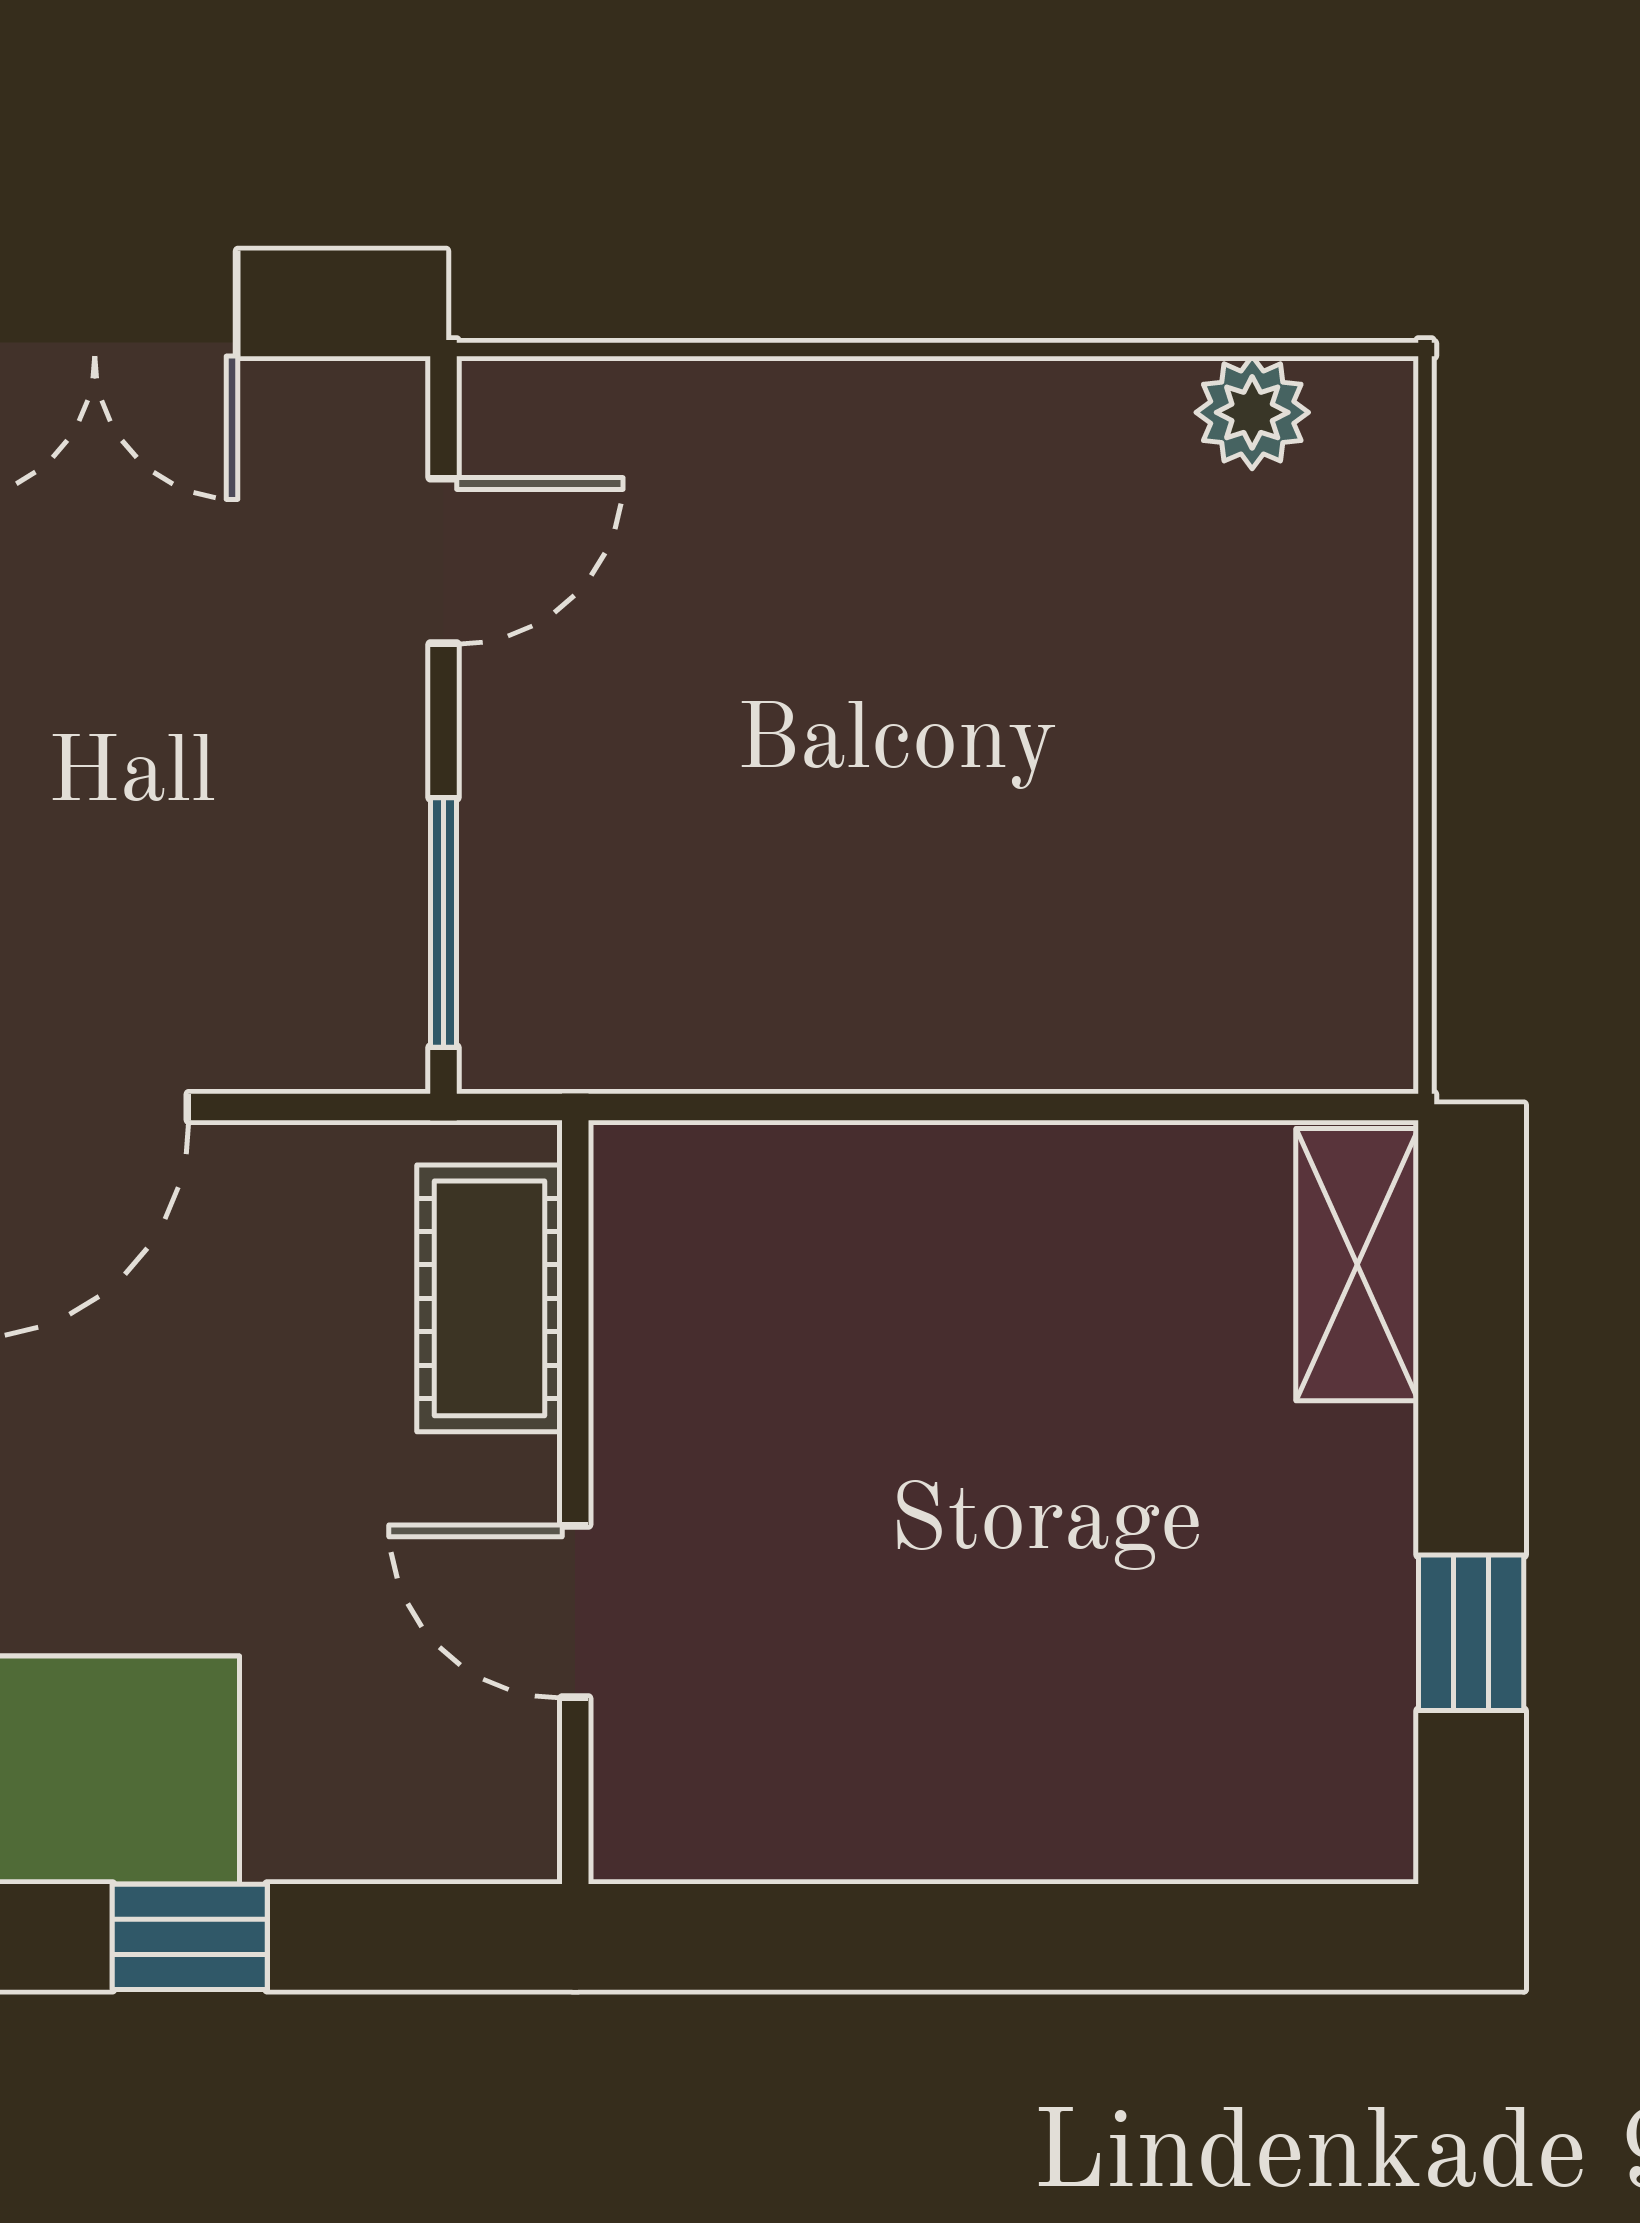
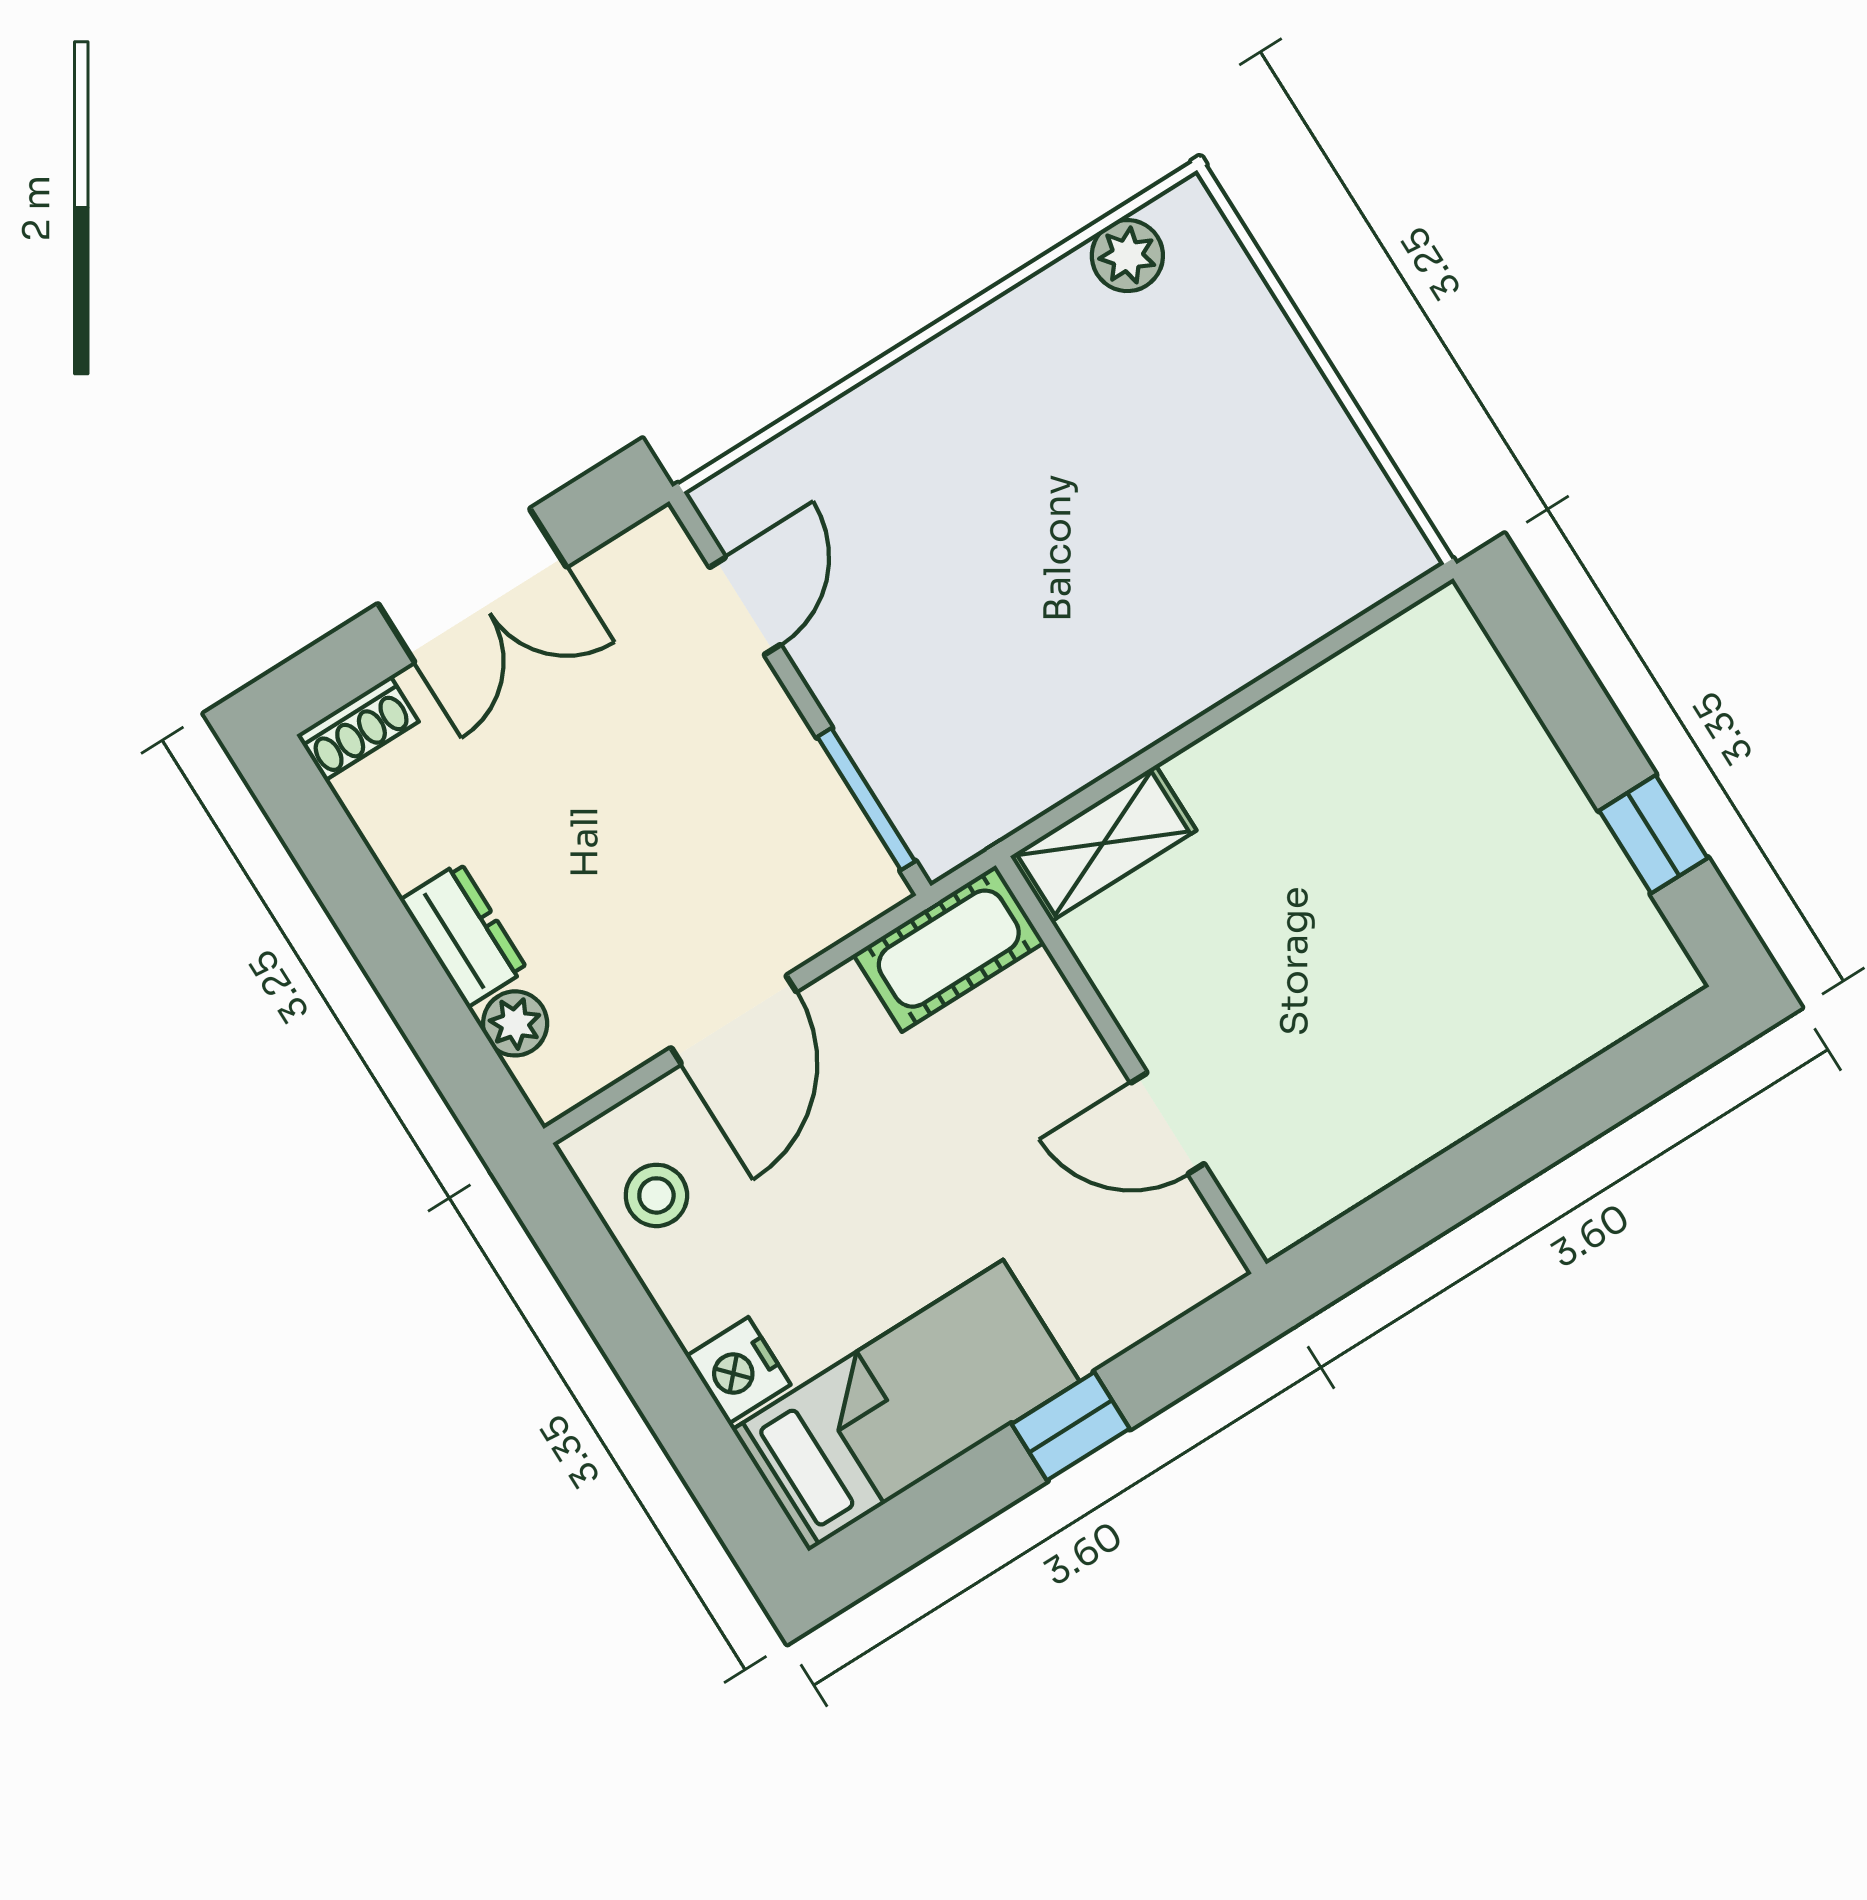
shelving: (1357, 1265) -> (1103, 843), moved, turned 90
cot: (490, 1298) -> (949, 949), moved, turned 90

